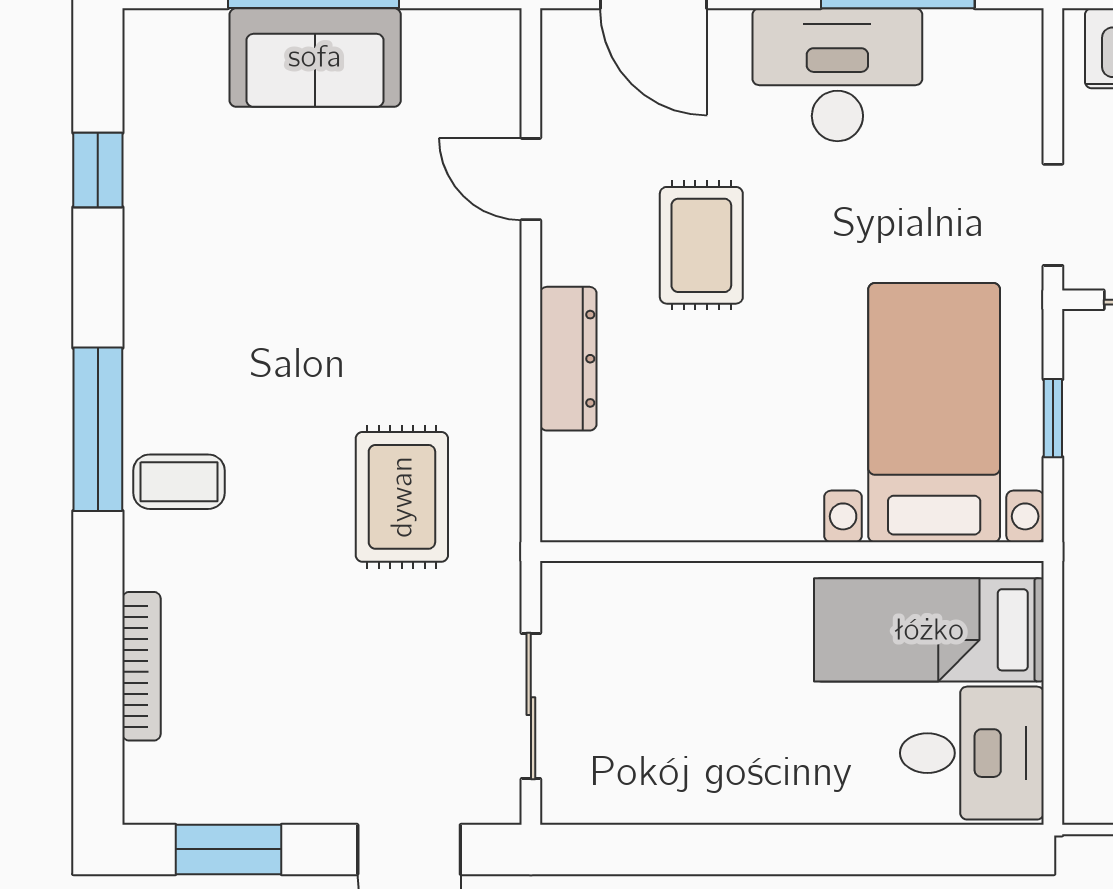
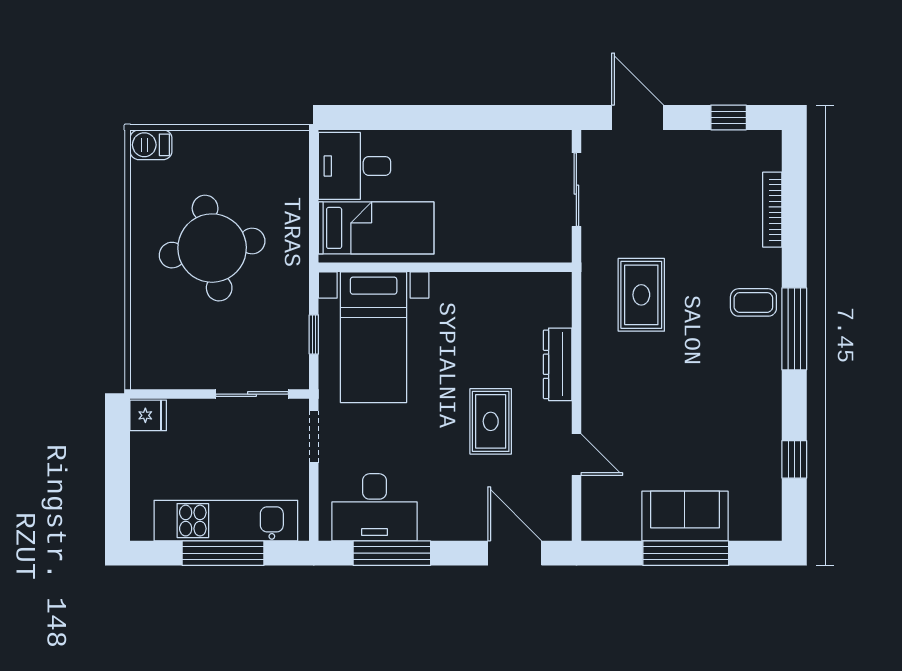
desk: (837, 75) -> (374, 507), moved
window: (228, 849) -> (729, 117), width x0.67

